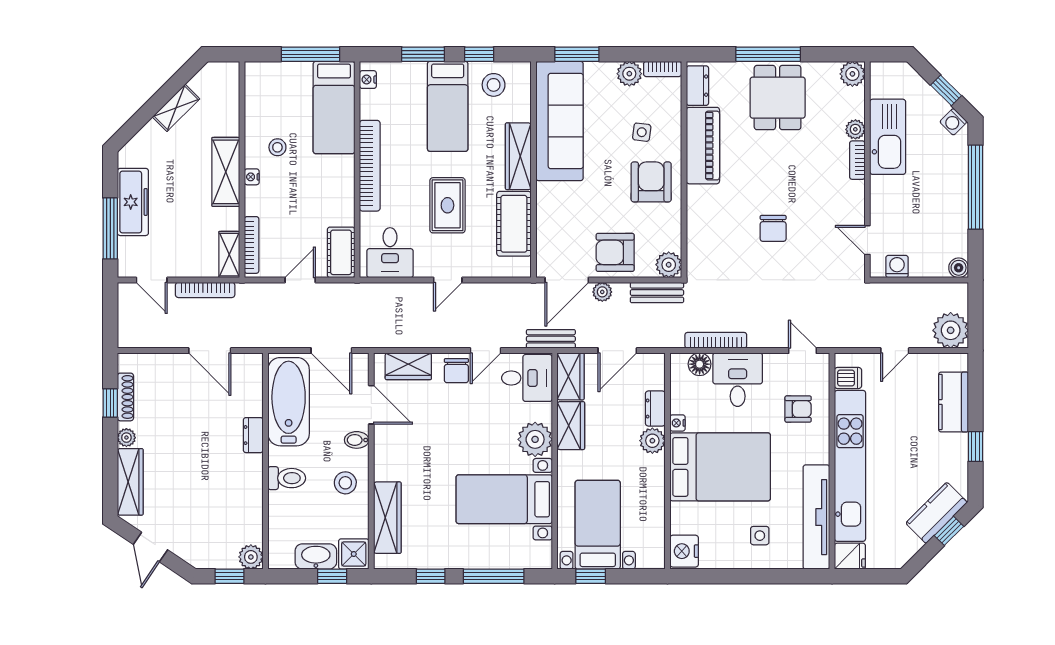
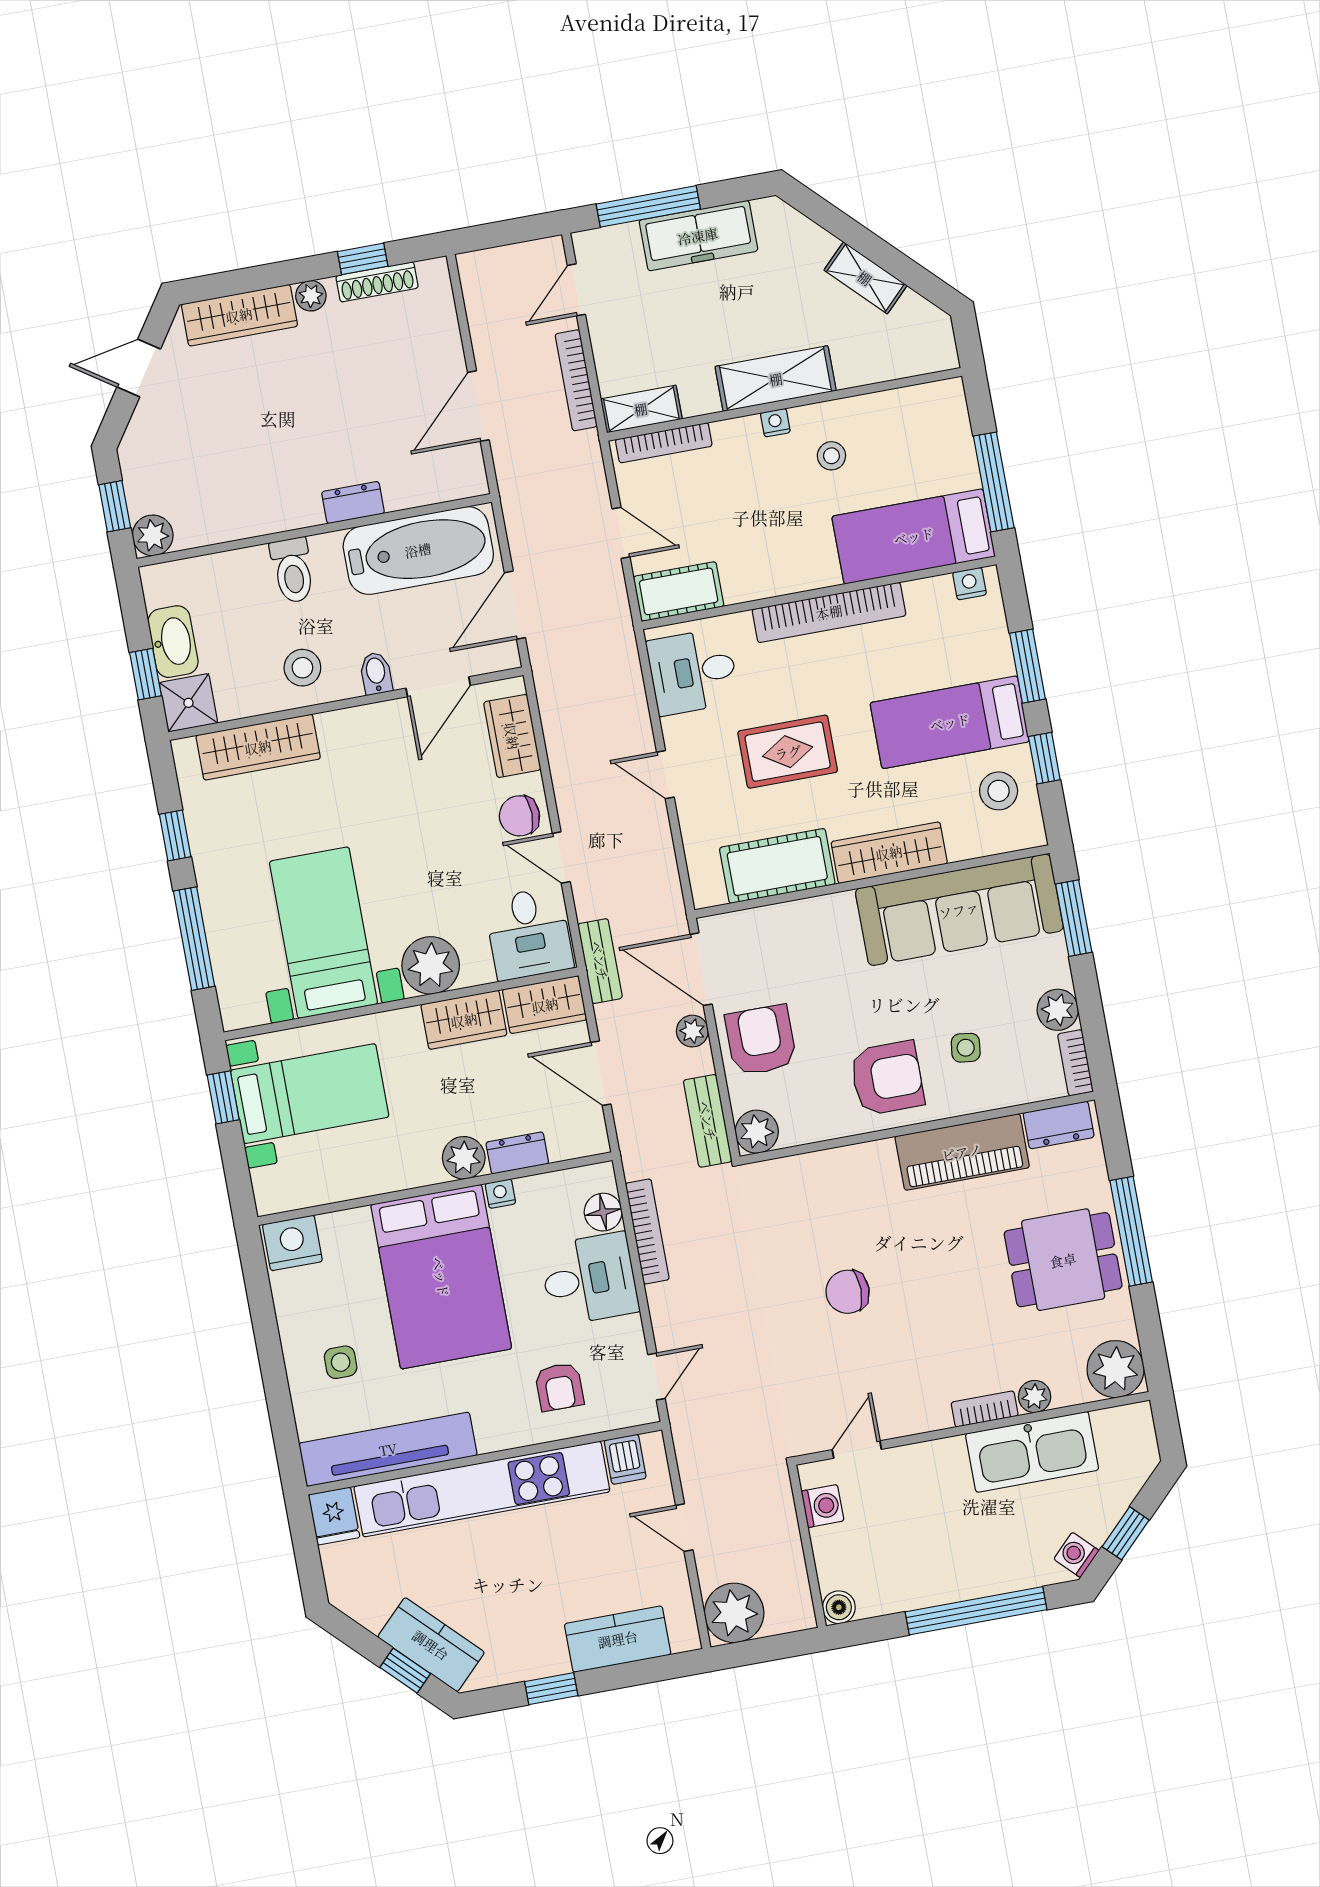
plant: (852, 74) -> (1116, 1369), width x1.36, depth x1.36

